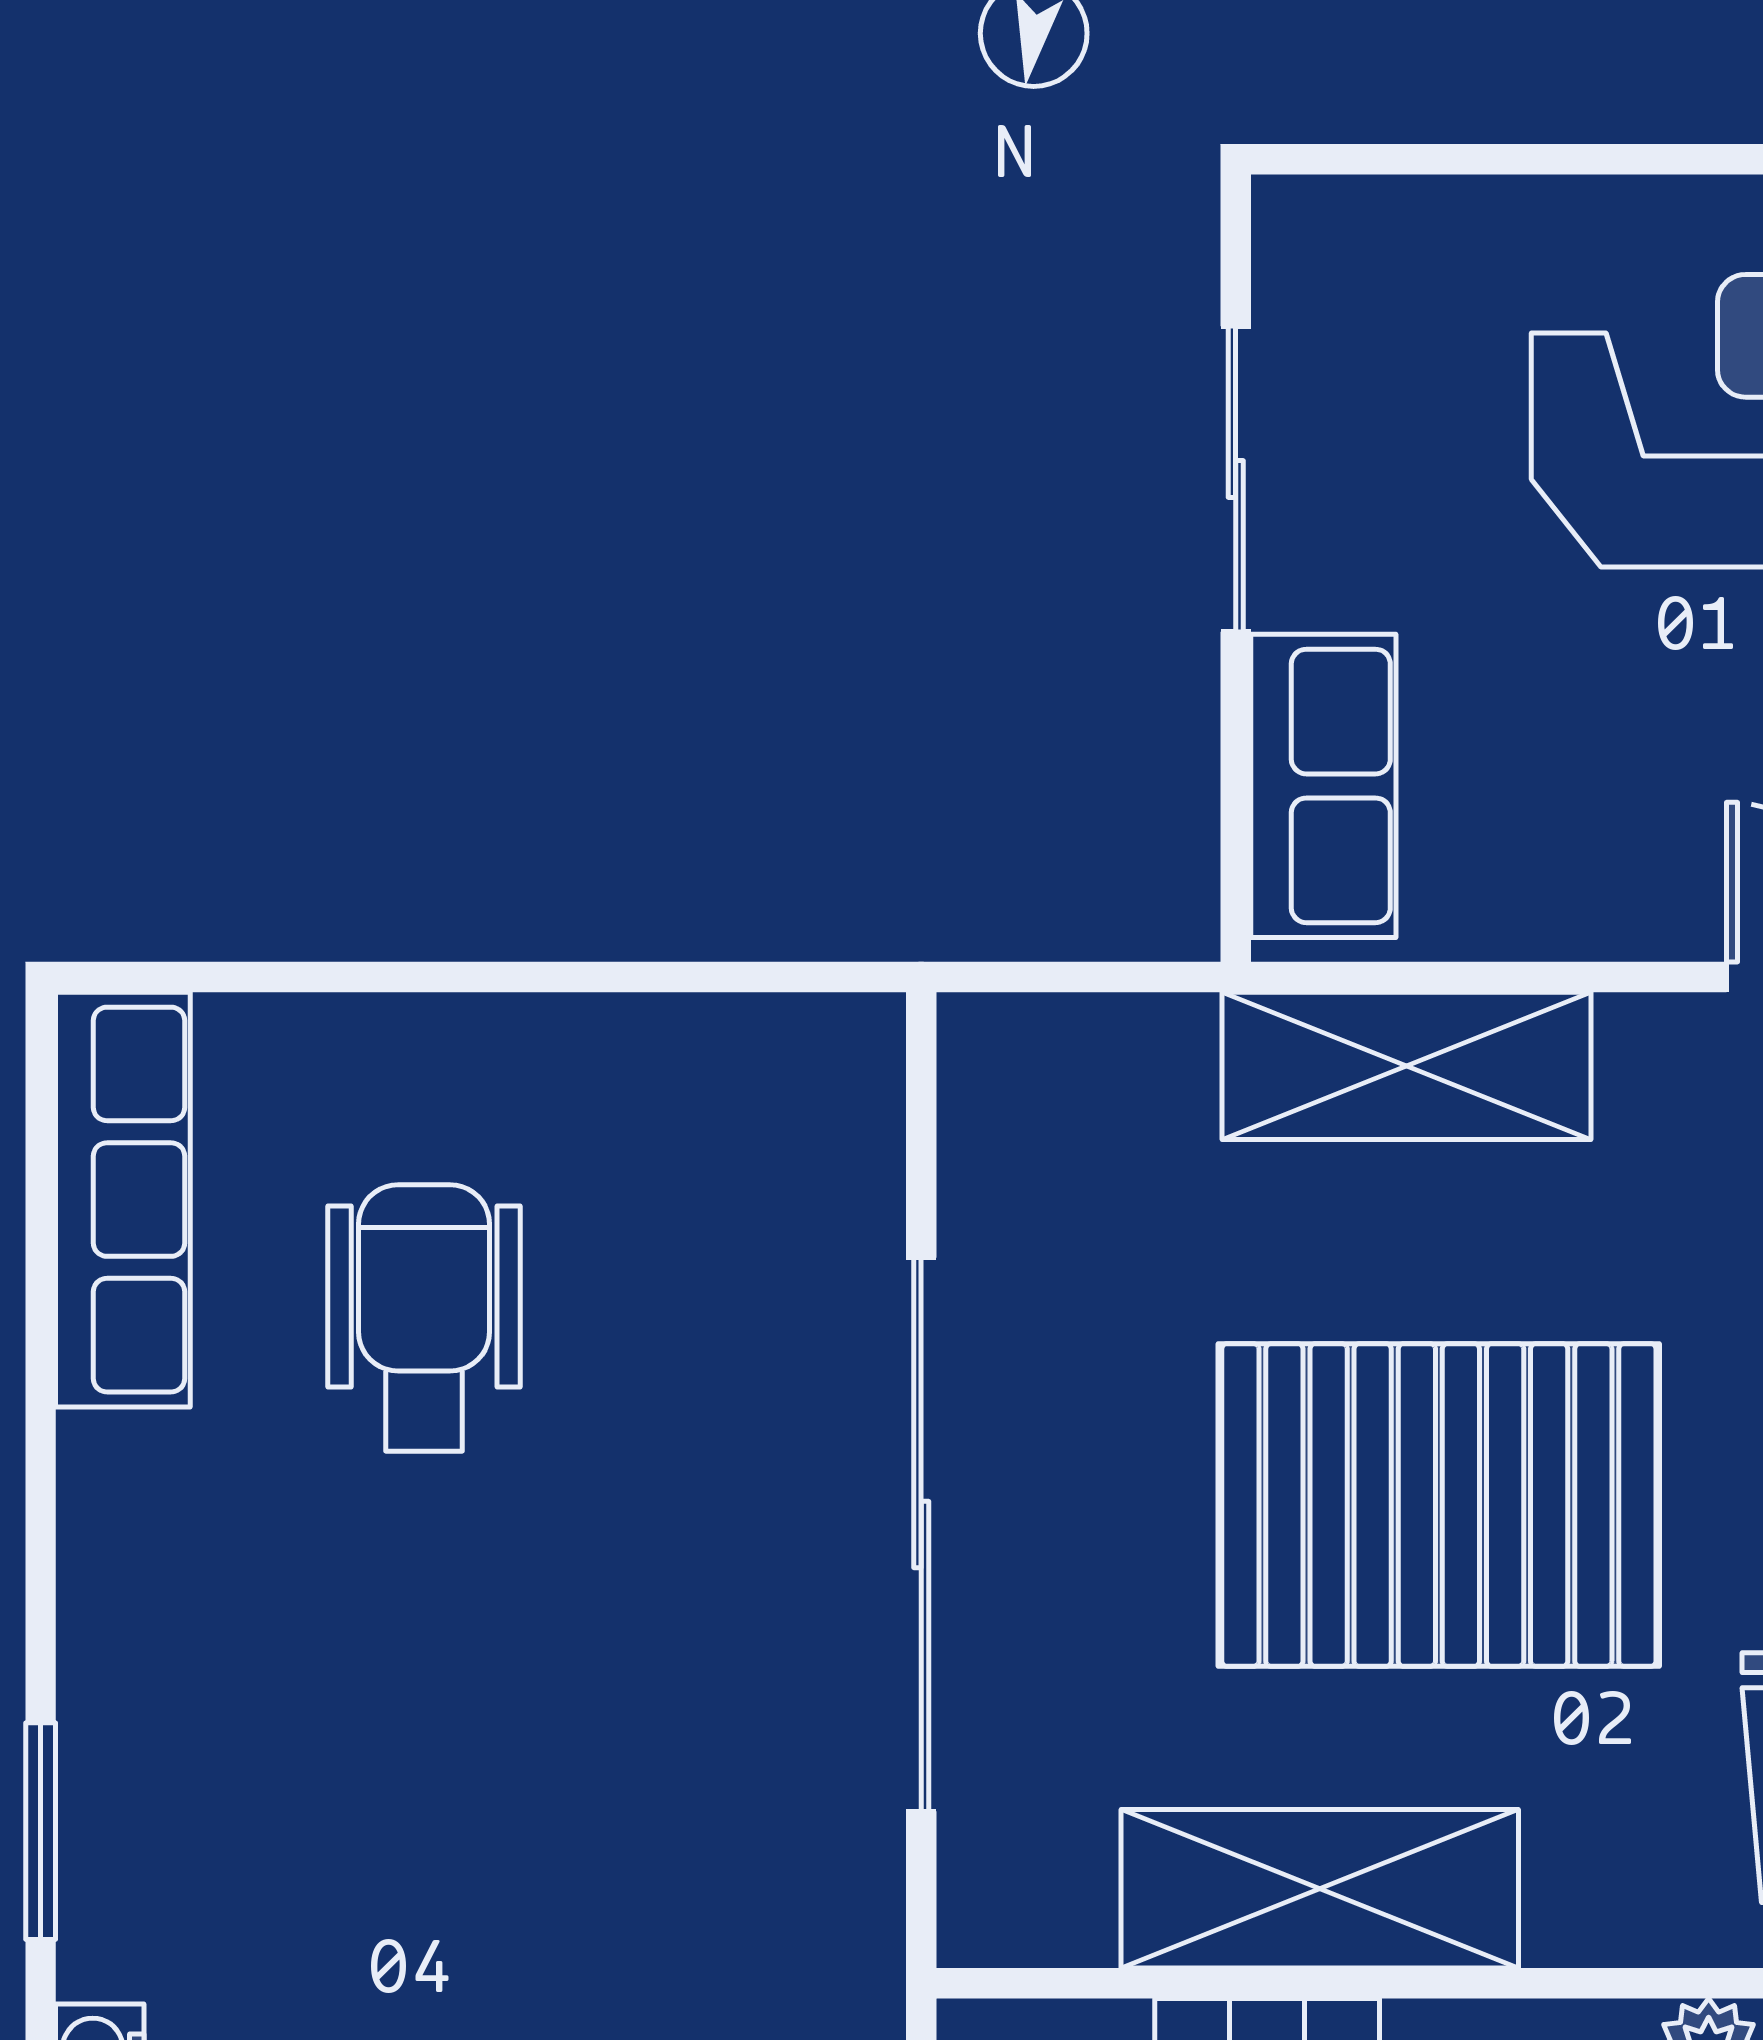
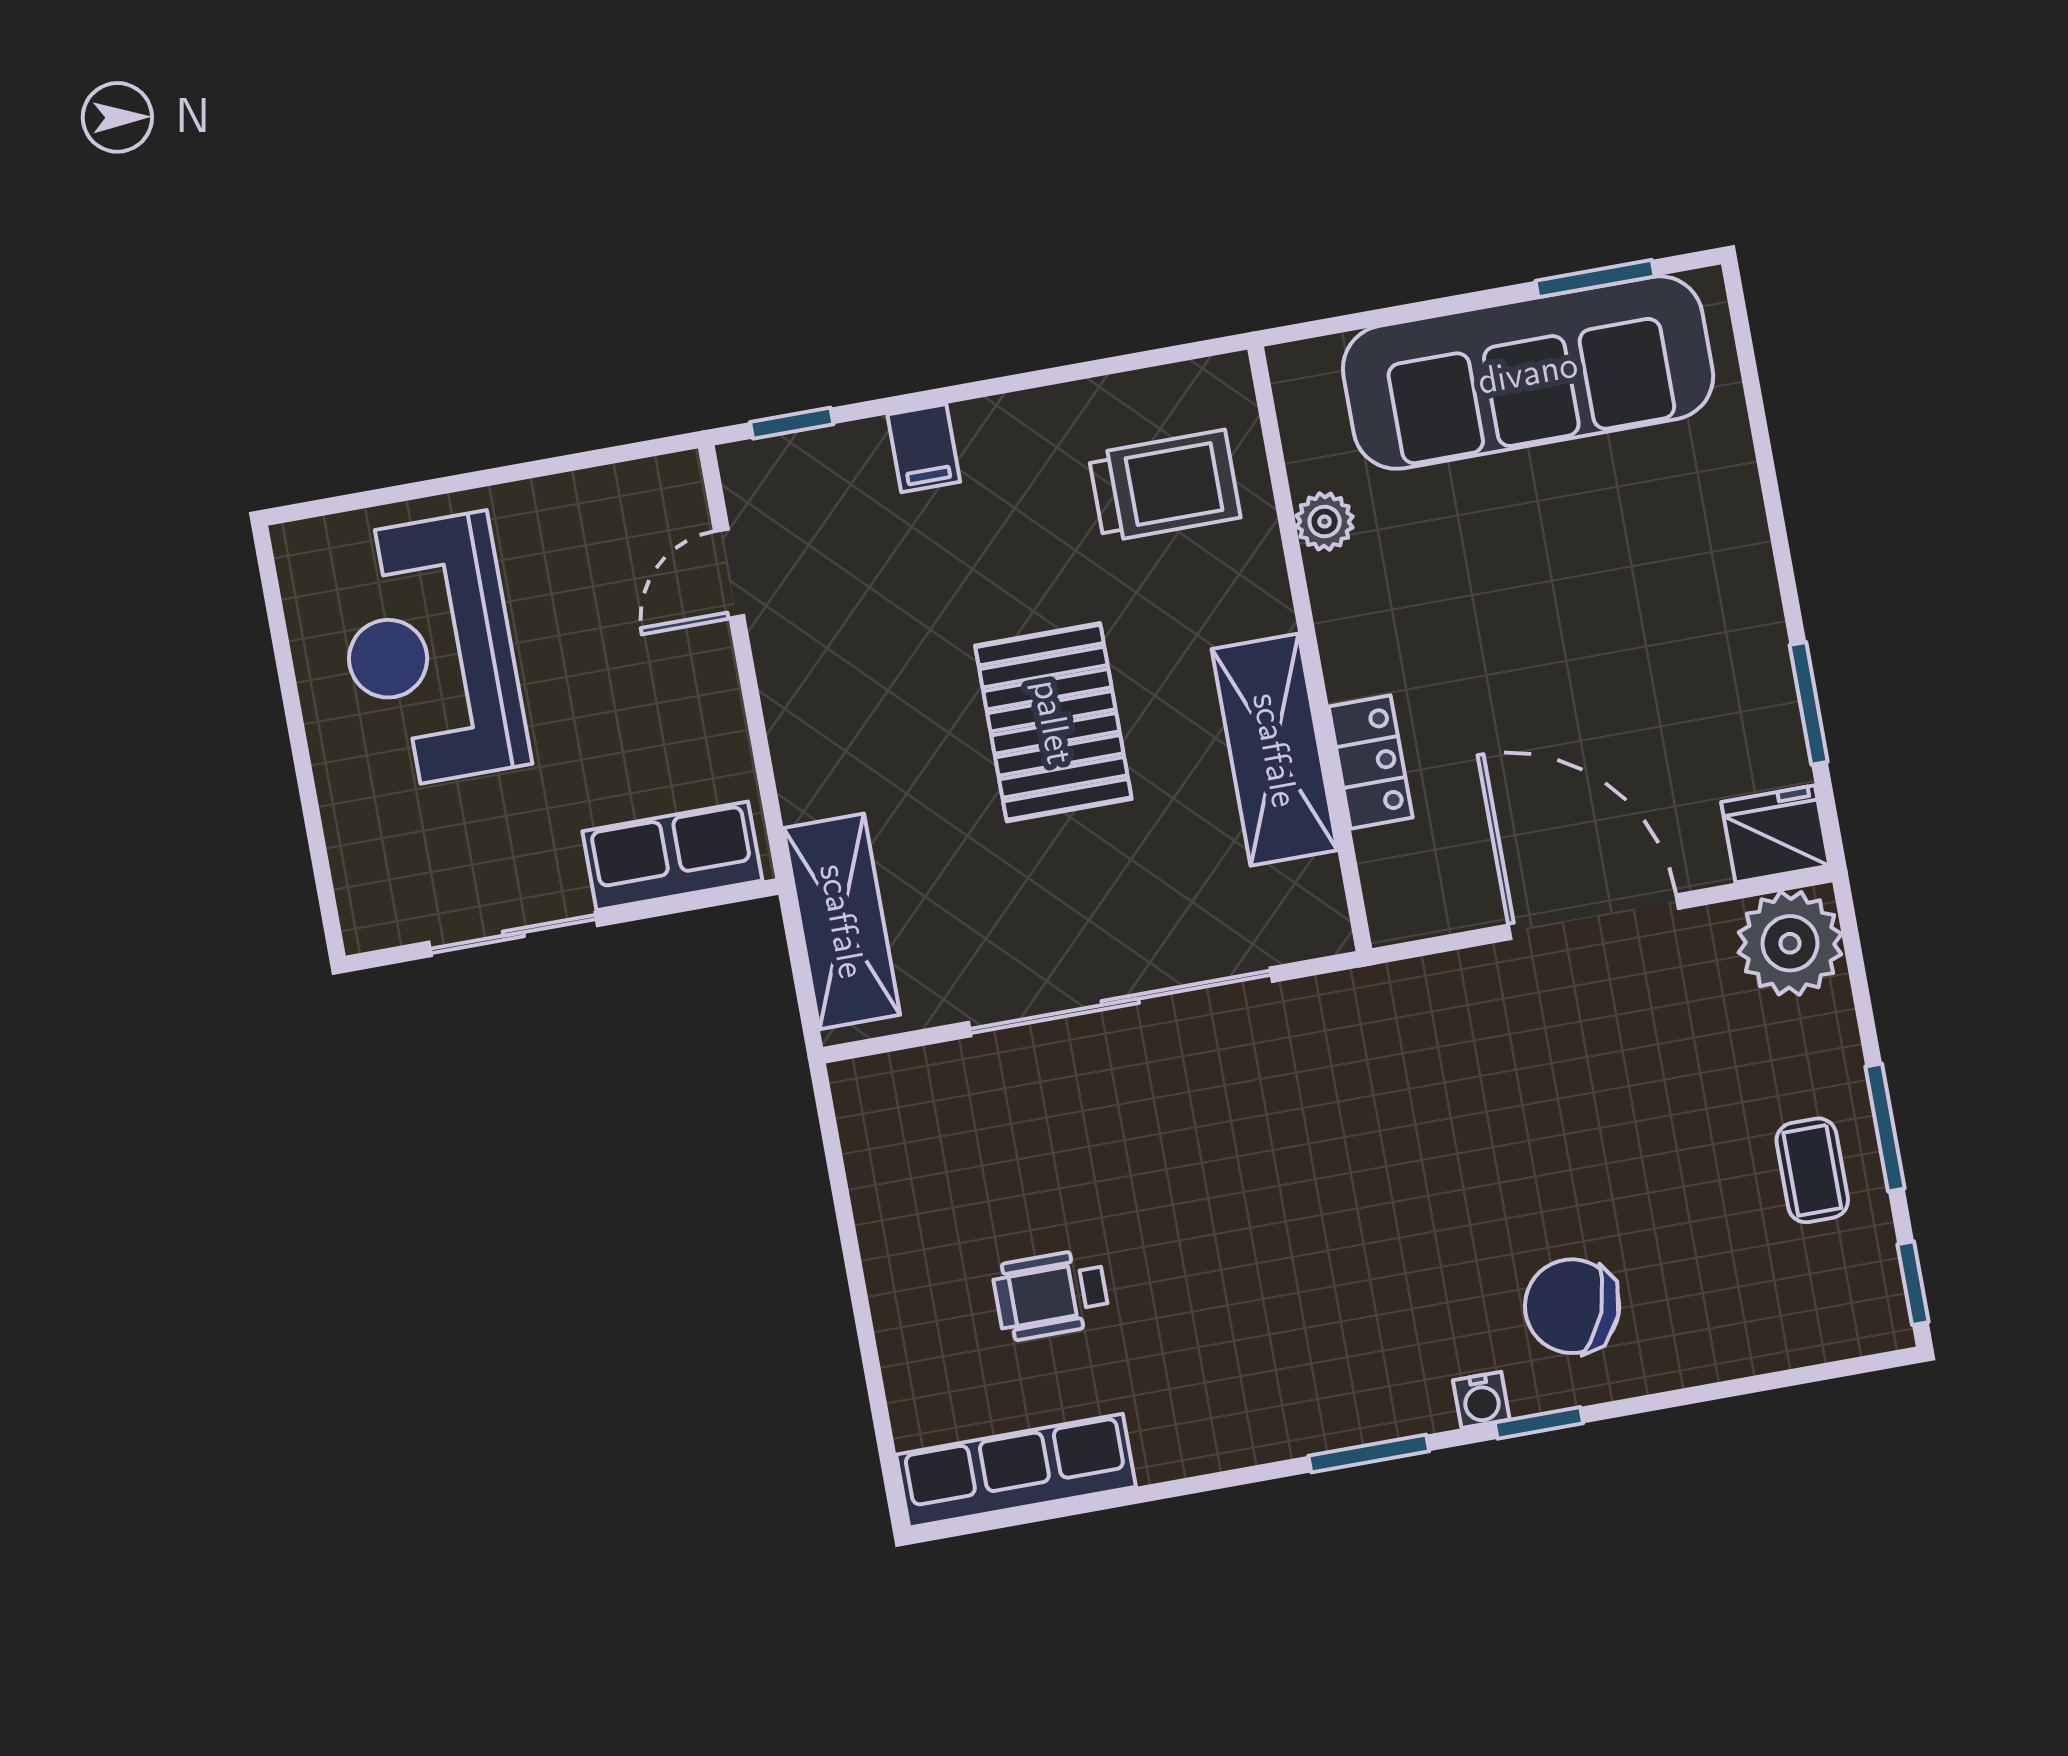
shelving: (1407, 1066) -> (842, 921), moved
wheelchair: (424, 1318) -> (1051, 1295), width x0.73, depth x0.73
pallet: (1439, 1505) -> (1053, 722), width x0.73, depth x0.71

